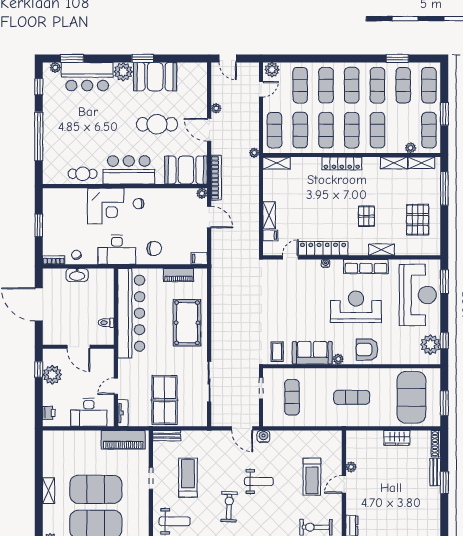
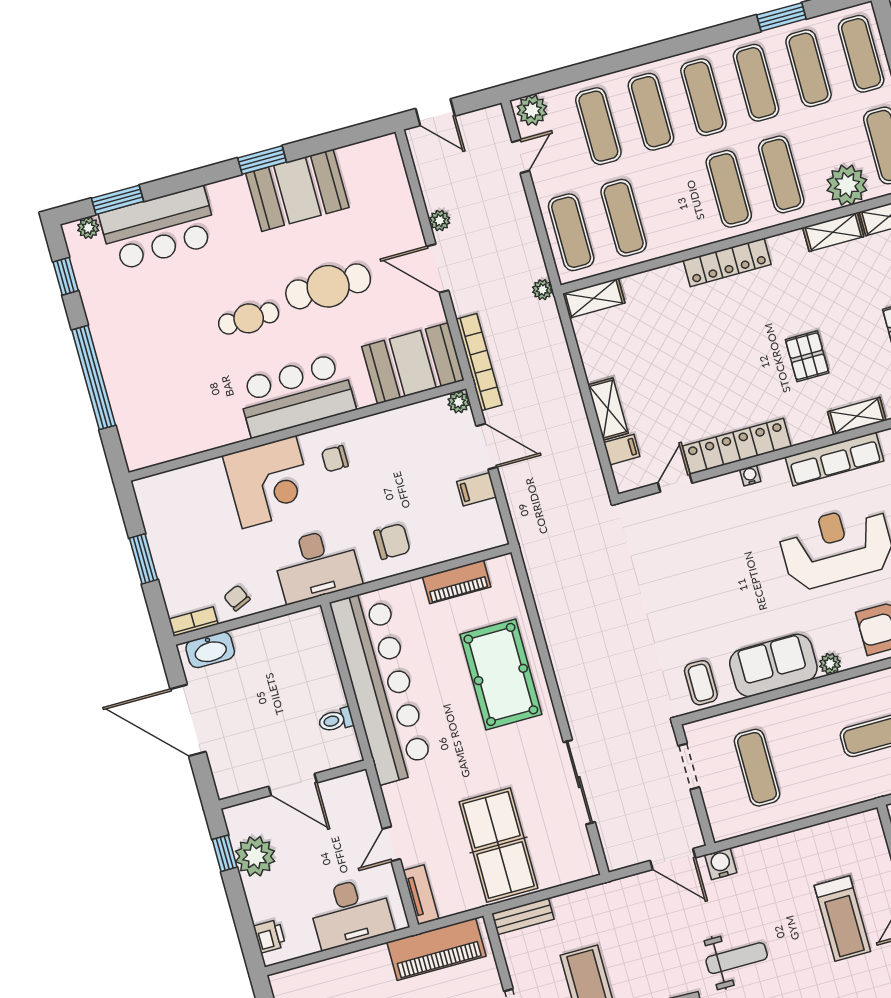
plant: (123, 72) -> (230, 198), removed
exercise mat: (326, 130) -> (676, 203), removed
plant: (411, 148) -> (847, 185), width x1.88, depth x1.88
cafe table: (83, 174) -> (249, 318), moved
filing cabinet: (199, 258) -> (476, 489), moved
washbasin: (77, 275) -> (210, 650), moved

